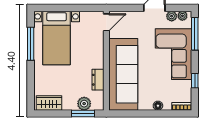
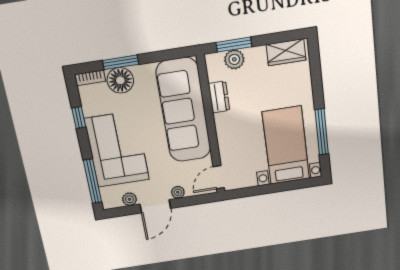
plant: (182, 16) -> (178, 192), moved
floor lamp: (158, 106) -> (120, 80), width x1.89, depth x1.89
window: (160, 114) -> (121, 62), added

